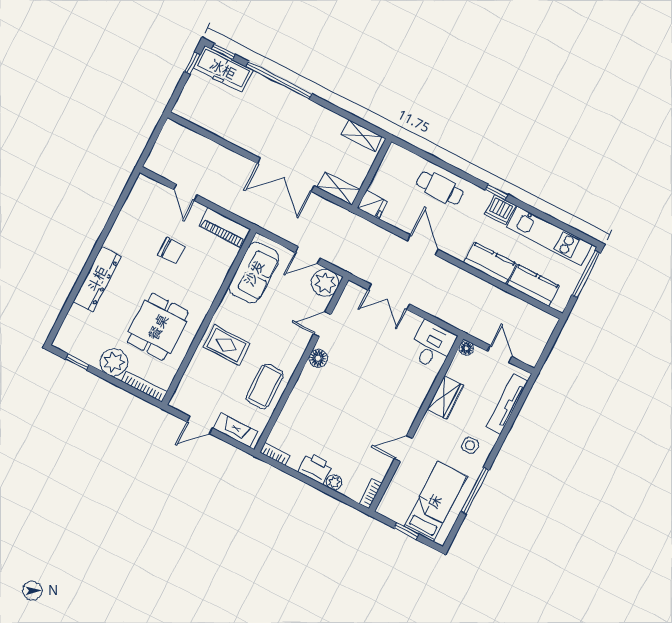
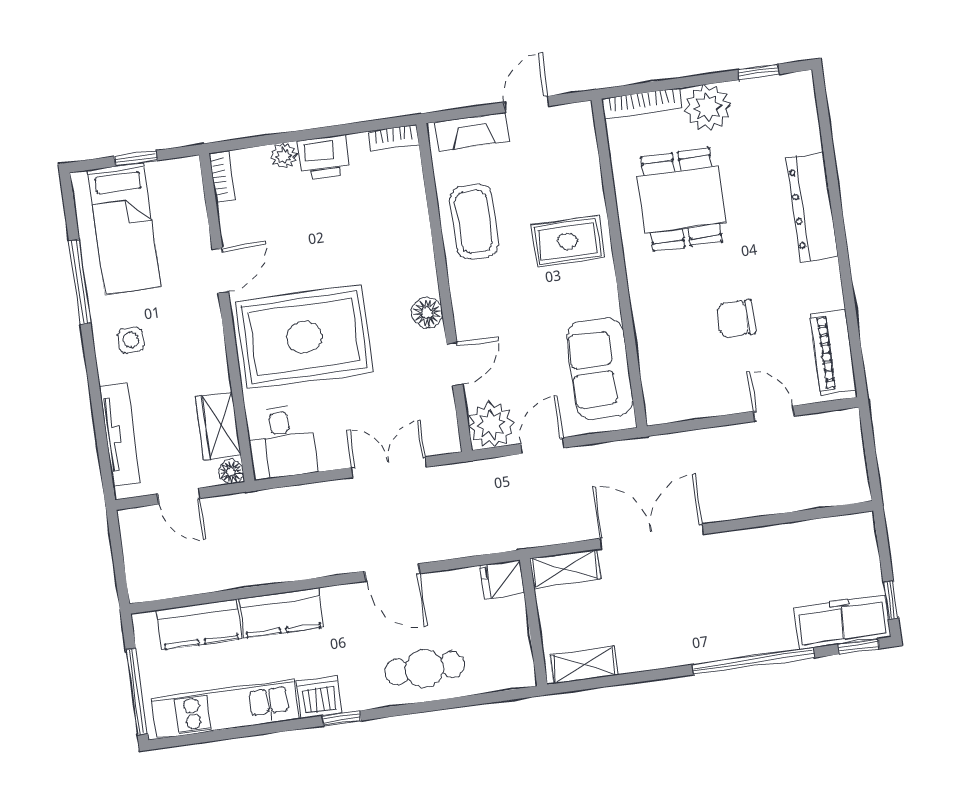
piano: (225, 228) -> (833, 352), moved, turned -90
rug: (386, 388) -> (304, 337), added
wardrobe: (445, 397) -> (218, 426), moved

